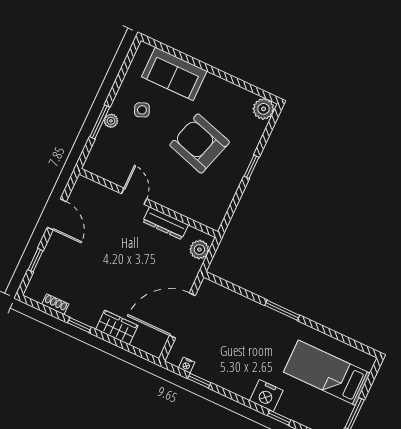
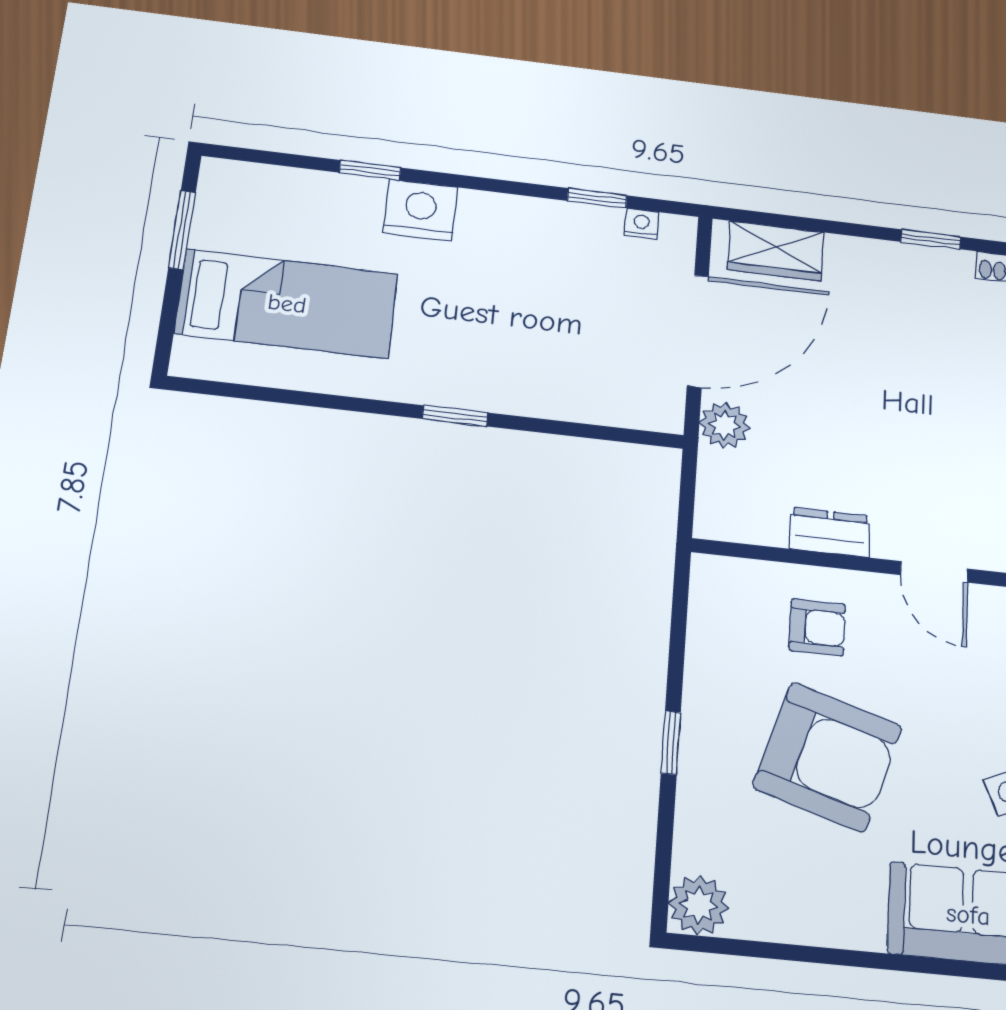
armchair: (184, 190) -> (817, 627), added
dresser: (165, 223) -> (830, 532), width x0.70
plant: (199, 250) -> (725, 425), moved
window: (282, 310) -> (455, 416), width x0.67
wardrobe: (117, 327) -> (776, 251), moved

